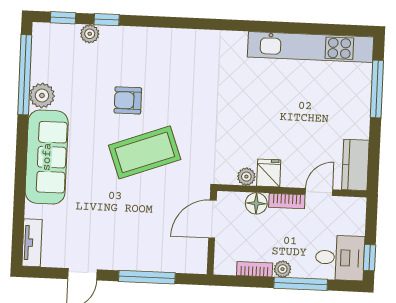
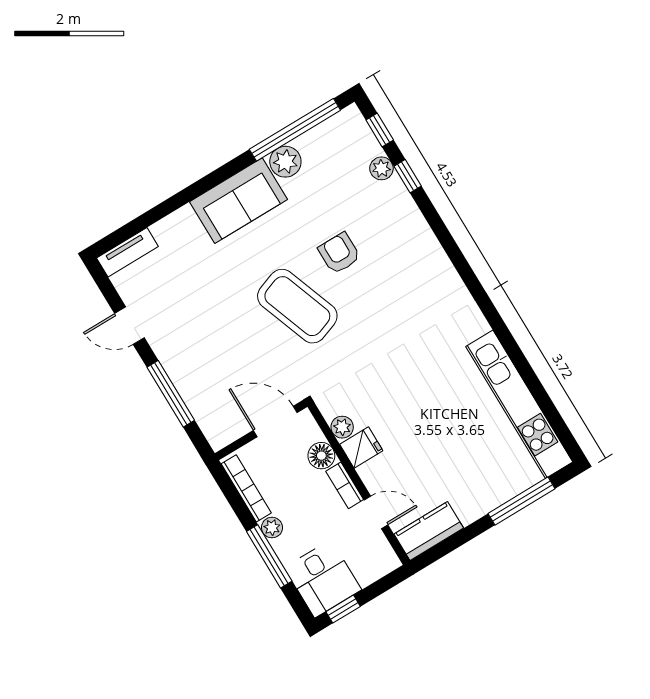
sofa: (47, 157) -> (239, 201), width x0.73
bookcase: (255, 269) -> (246, 488), width x1.56

